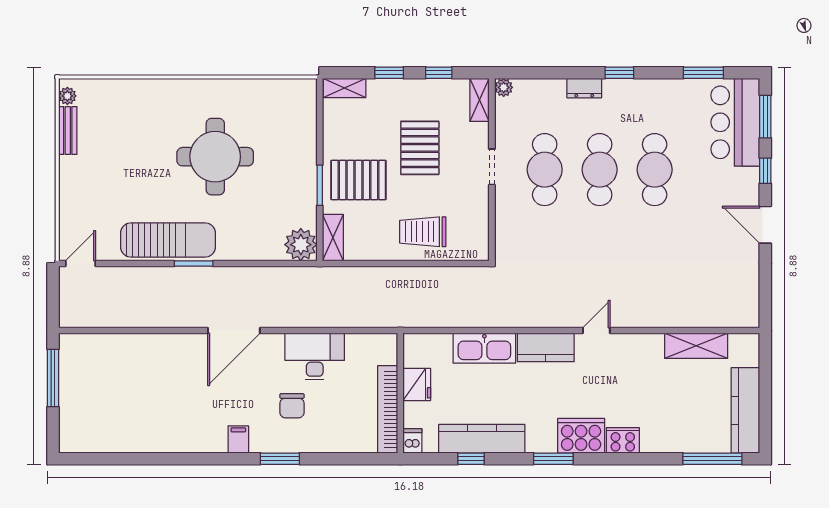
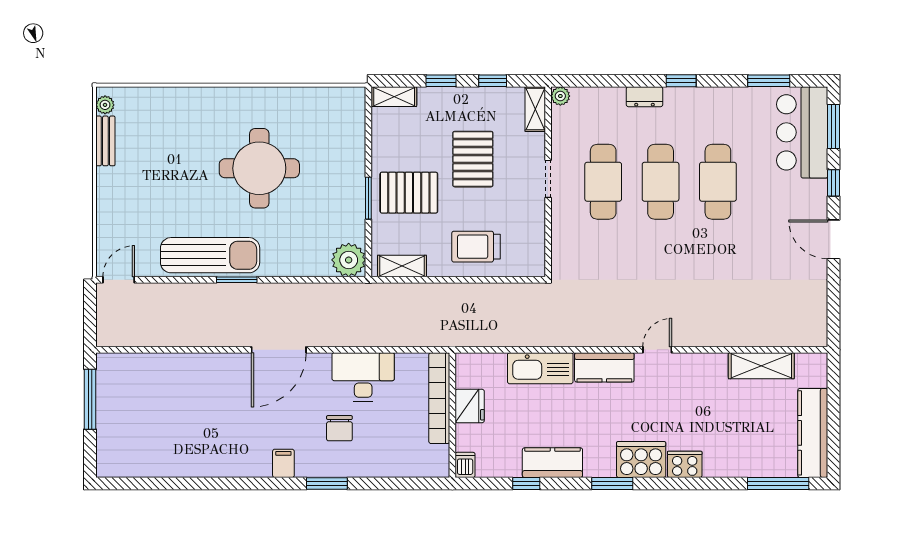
shelving: (333, 238) -> (402, 266), moved, turned 90
bookcase: (388, 409) -> (439, 398), moved
kitchen counter: (482, 439) -> (552, 463), width x0.67

